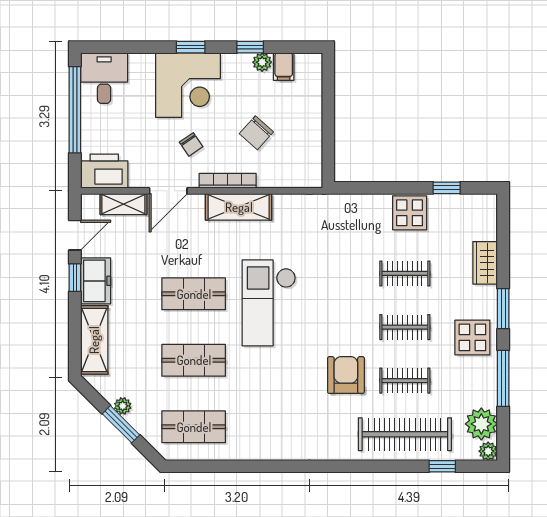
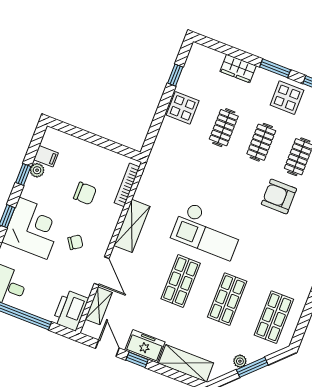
chair: (256, 133) -> (85, 193), turned -42
bookcase: (228, 181) -> (127, 185), moved

